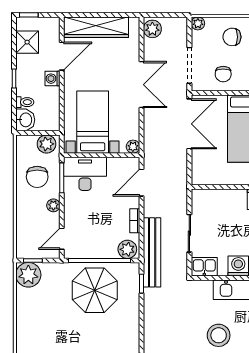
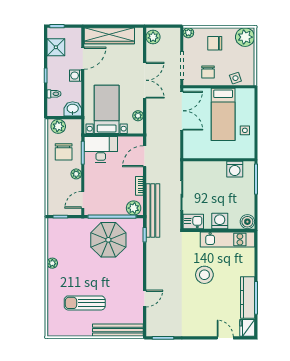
washbasin: (25, 120) -> (73, 109), moved, turned -90
plant: (46, 144) -> (58, 126), moved
plant: (133, 147) -> (138, 116), moved
plant: (28, 275) -> (52, 263), moved, width x0.53, depth x0.53

